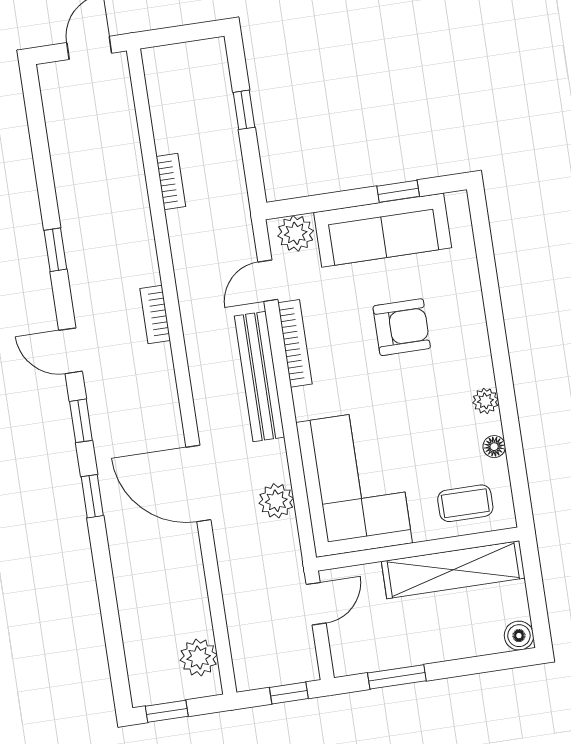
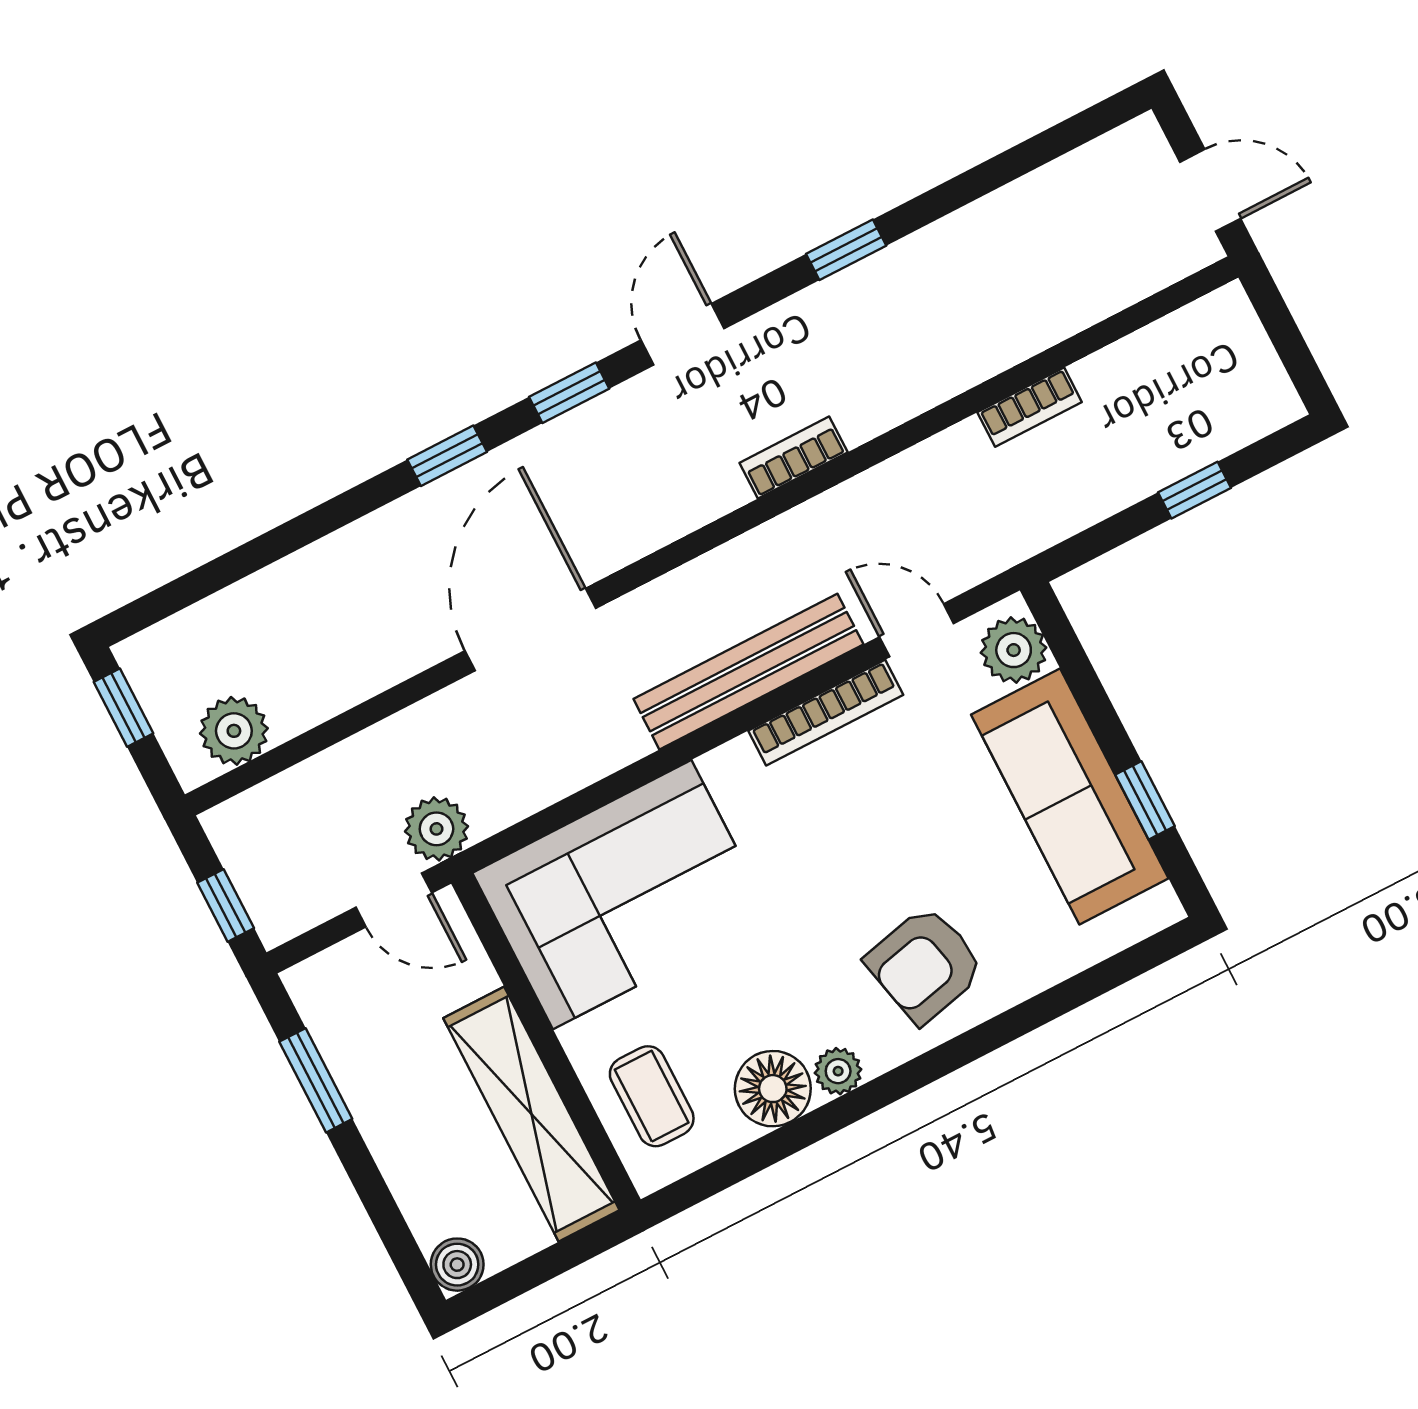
armchair: (402, 327) -> (925, 965), moved, turned 77
floor lamp: (494, 447) -> (773, 1089), width x1.89, depth x1.89
plant: (276, 501) -> (436, 829), moved

